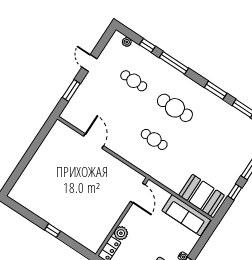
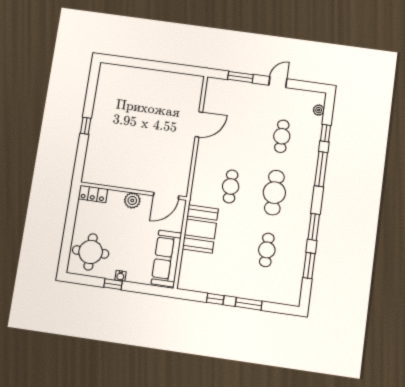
cafe table: (216, 135) -> (267, 250), added
booth: (202, 195) -> (200, 229), moved
plant: (121, 233) -> (132, 200), moved

